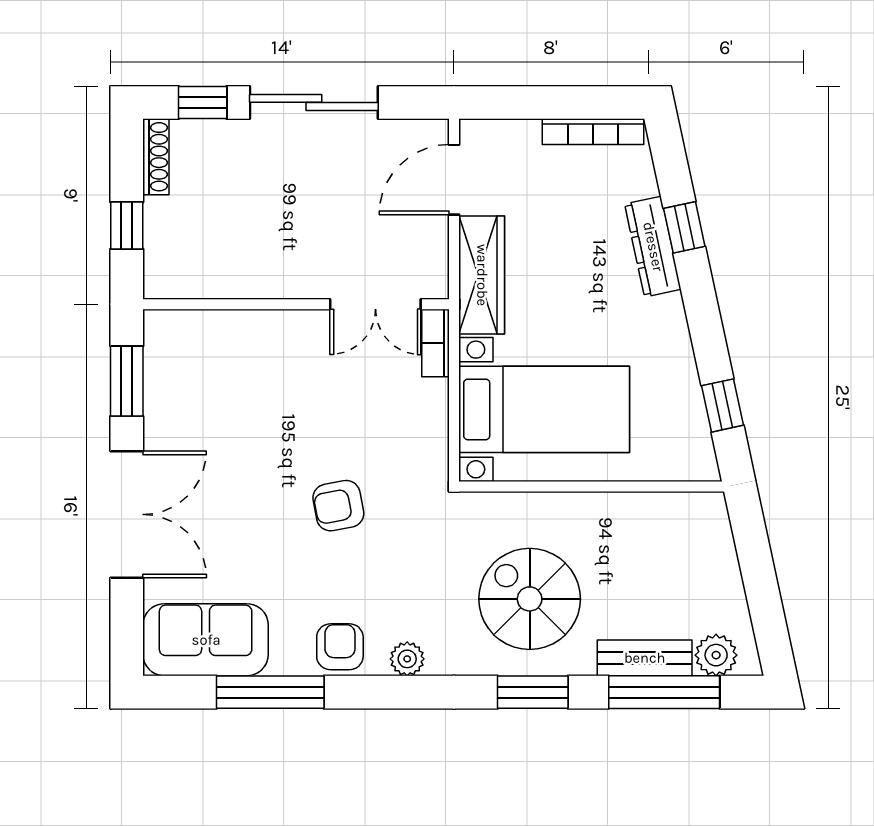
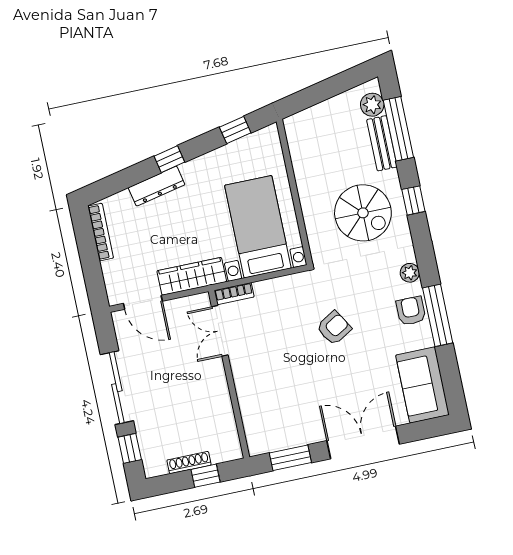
shoe rack: (156, 157) -> (189, 463), moved
window: (684, 227) -> (169, 159), moved
double door: (375, 304) -> (220, 331), swing flipped
armchair: (338, 506) -> (334, 328), turned -110
spiral stairs: (530, 599) -> (363, 213), turned -90
armchair: (340, 647) -> (411, 311), turned 90
window: (270, 692) -> (438, 315), moved
window: (533, 692) -> (413, 200), width x0.67

